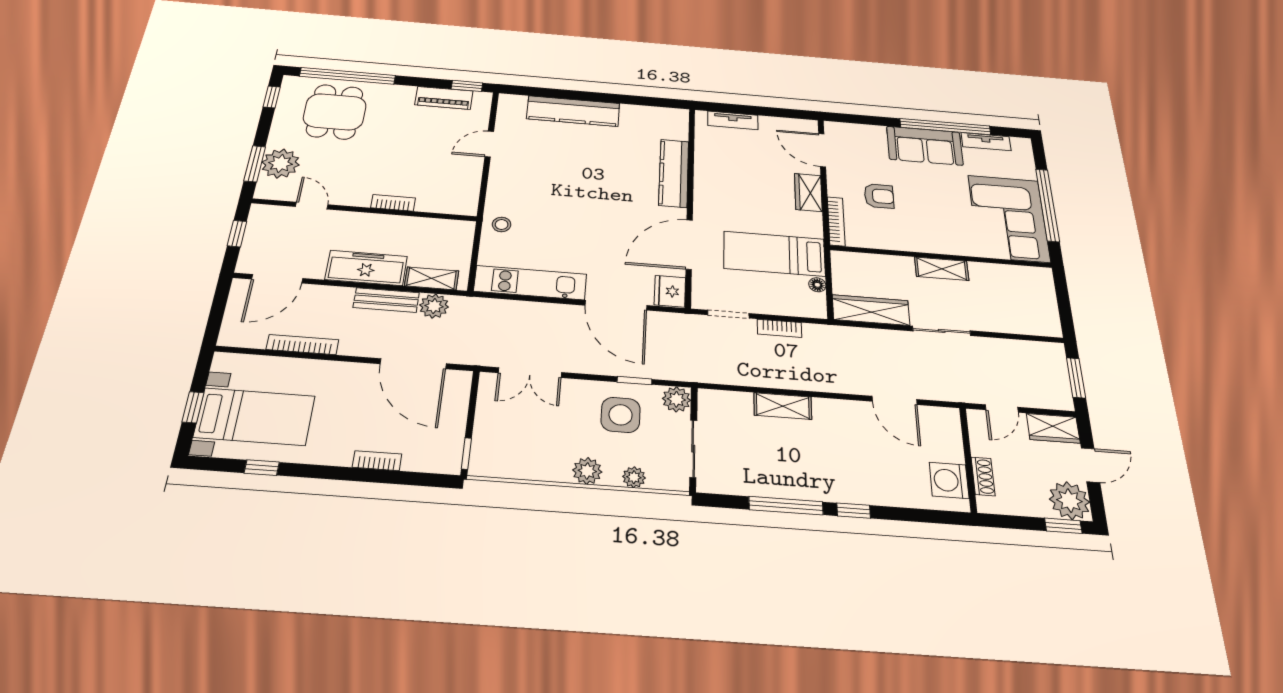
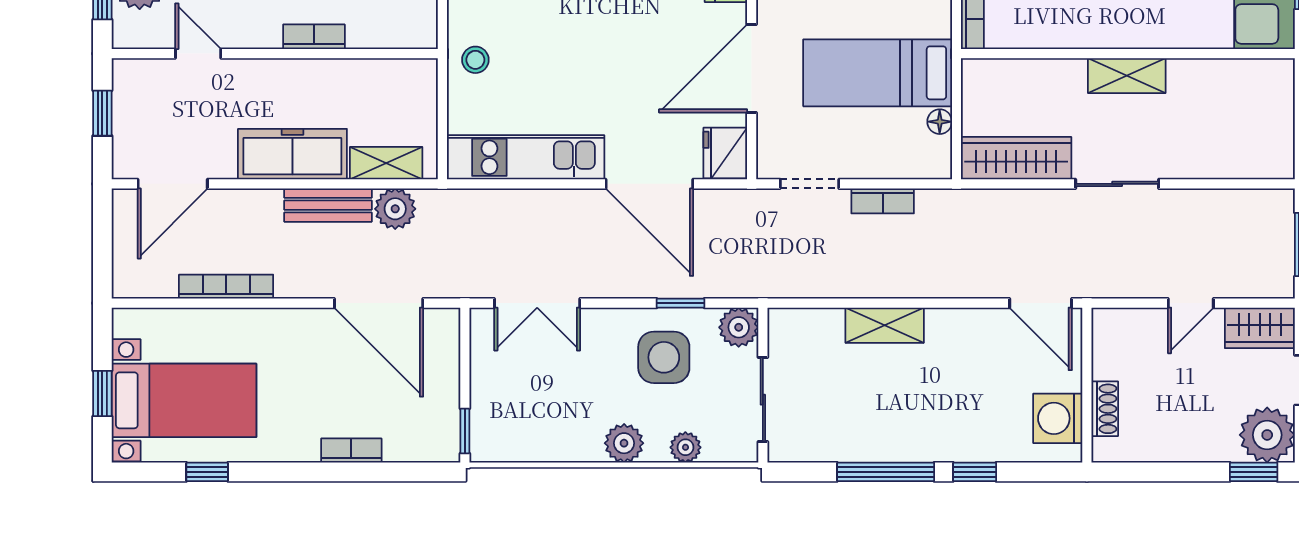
wall: (968, 459) -> (1087, 385), moved
shoe rack: (983, 476) -> (1105, 409), moved
washing machine: (949, 480) -> (1058, 418), moved

